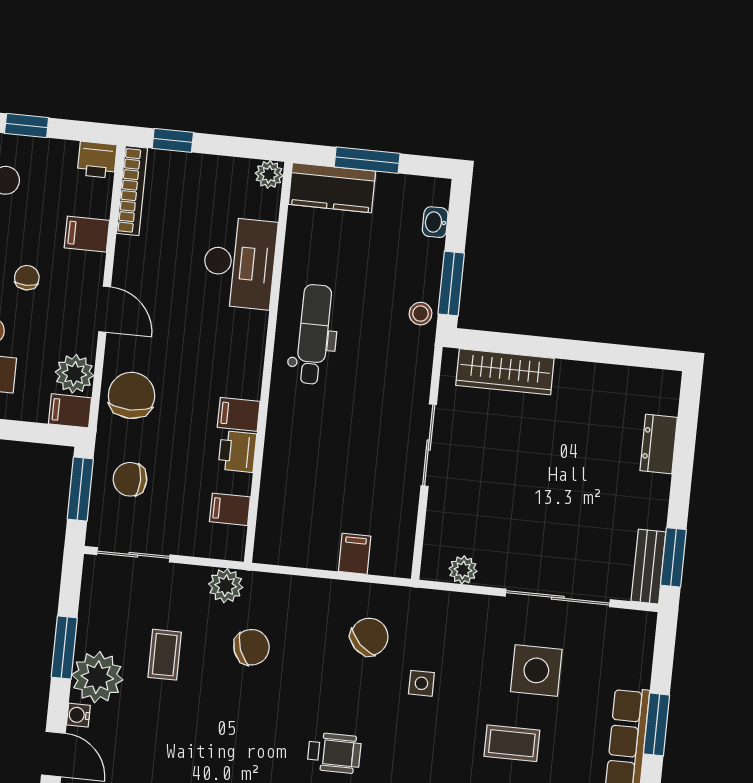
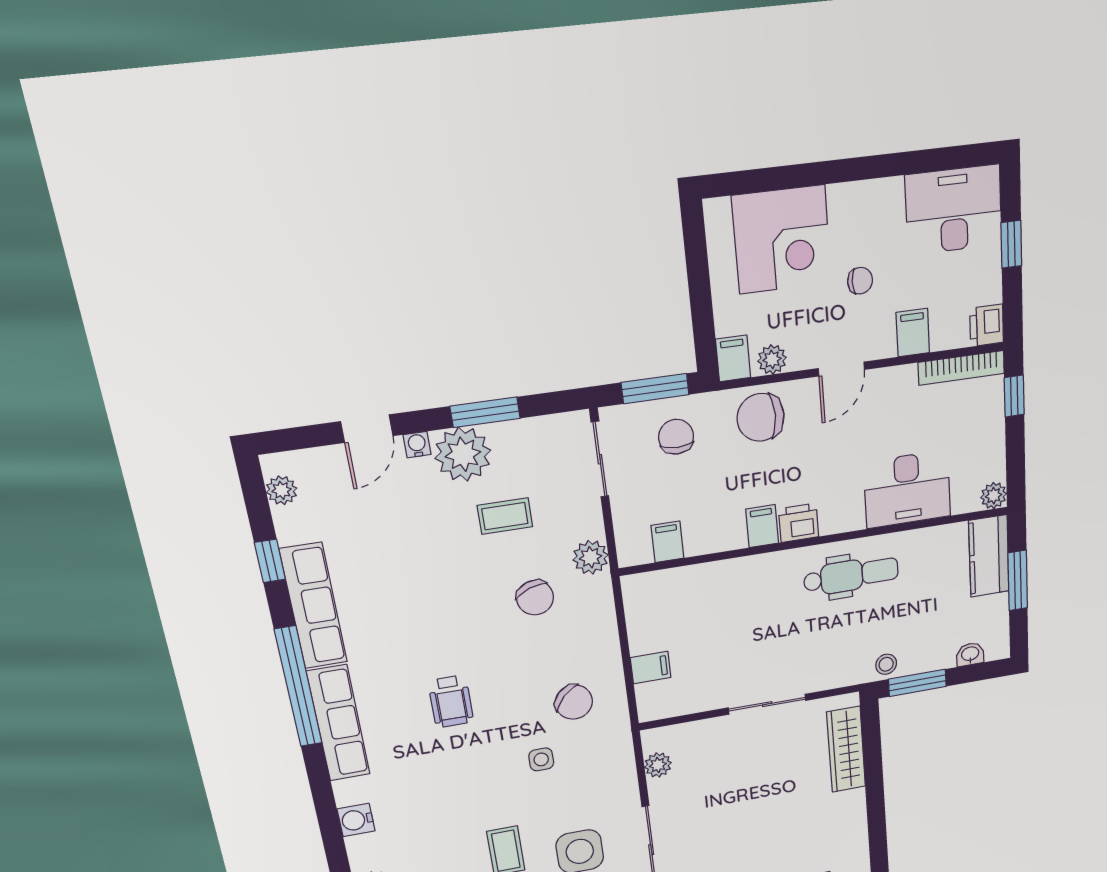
plant: (74, 374) -> (772, 359), width x0.73, depth x0.73
chair: (132, 395) -> (761, 417), turned 180
printer: (237, 451) -> (799, 523), moved

